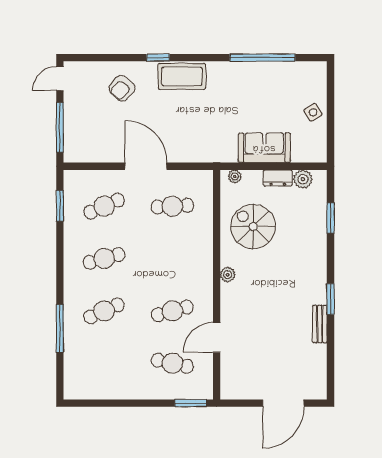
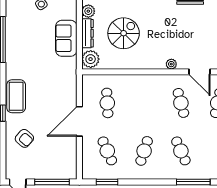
plant: (235, 176) -> (91, 59), width x1.87, depth x1.87
dresser: (278, 178) -> (87, 33), width x1.44
spiral stairs: (253, 227) -> (124, 33), moved, turned 180
cafe table: (104, 259) -> (144, 151), turned 33
plant: (228, 275) -> (171, 64), moved

